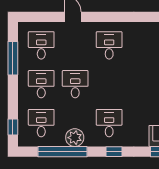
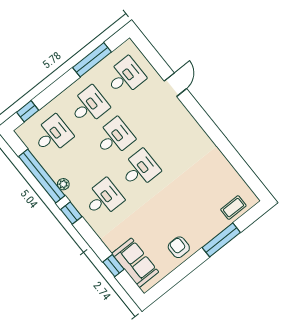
desk: (109, 45) -> (140, 169), moved
plant: (75, 138) -> (63, 184), width x0.53, depth x0.53
window: (114, 152) -> (71, 213), moved

